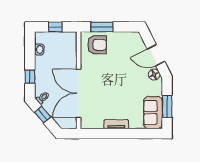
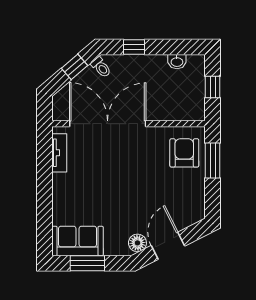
armchair: (97, 45) -> (184, 153), turned 180
tv unit: (116, 124) -> (59, 153), moved

